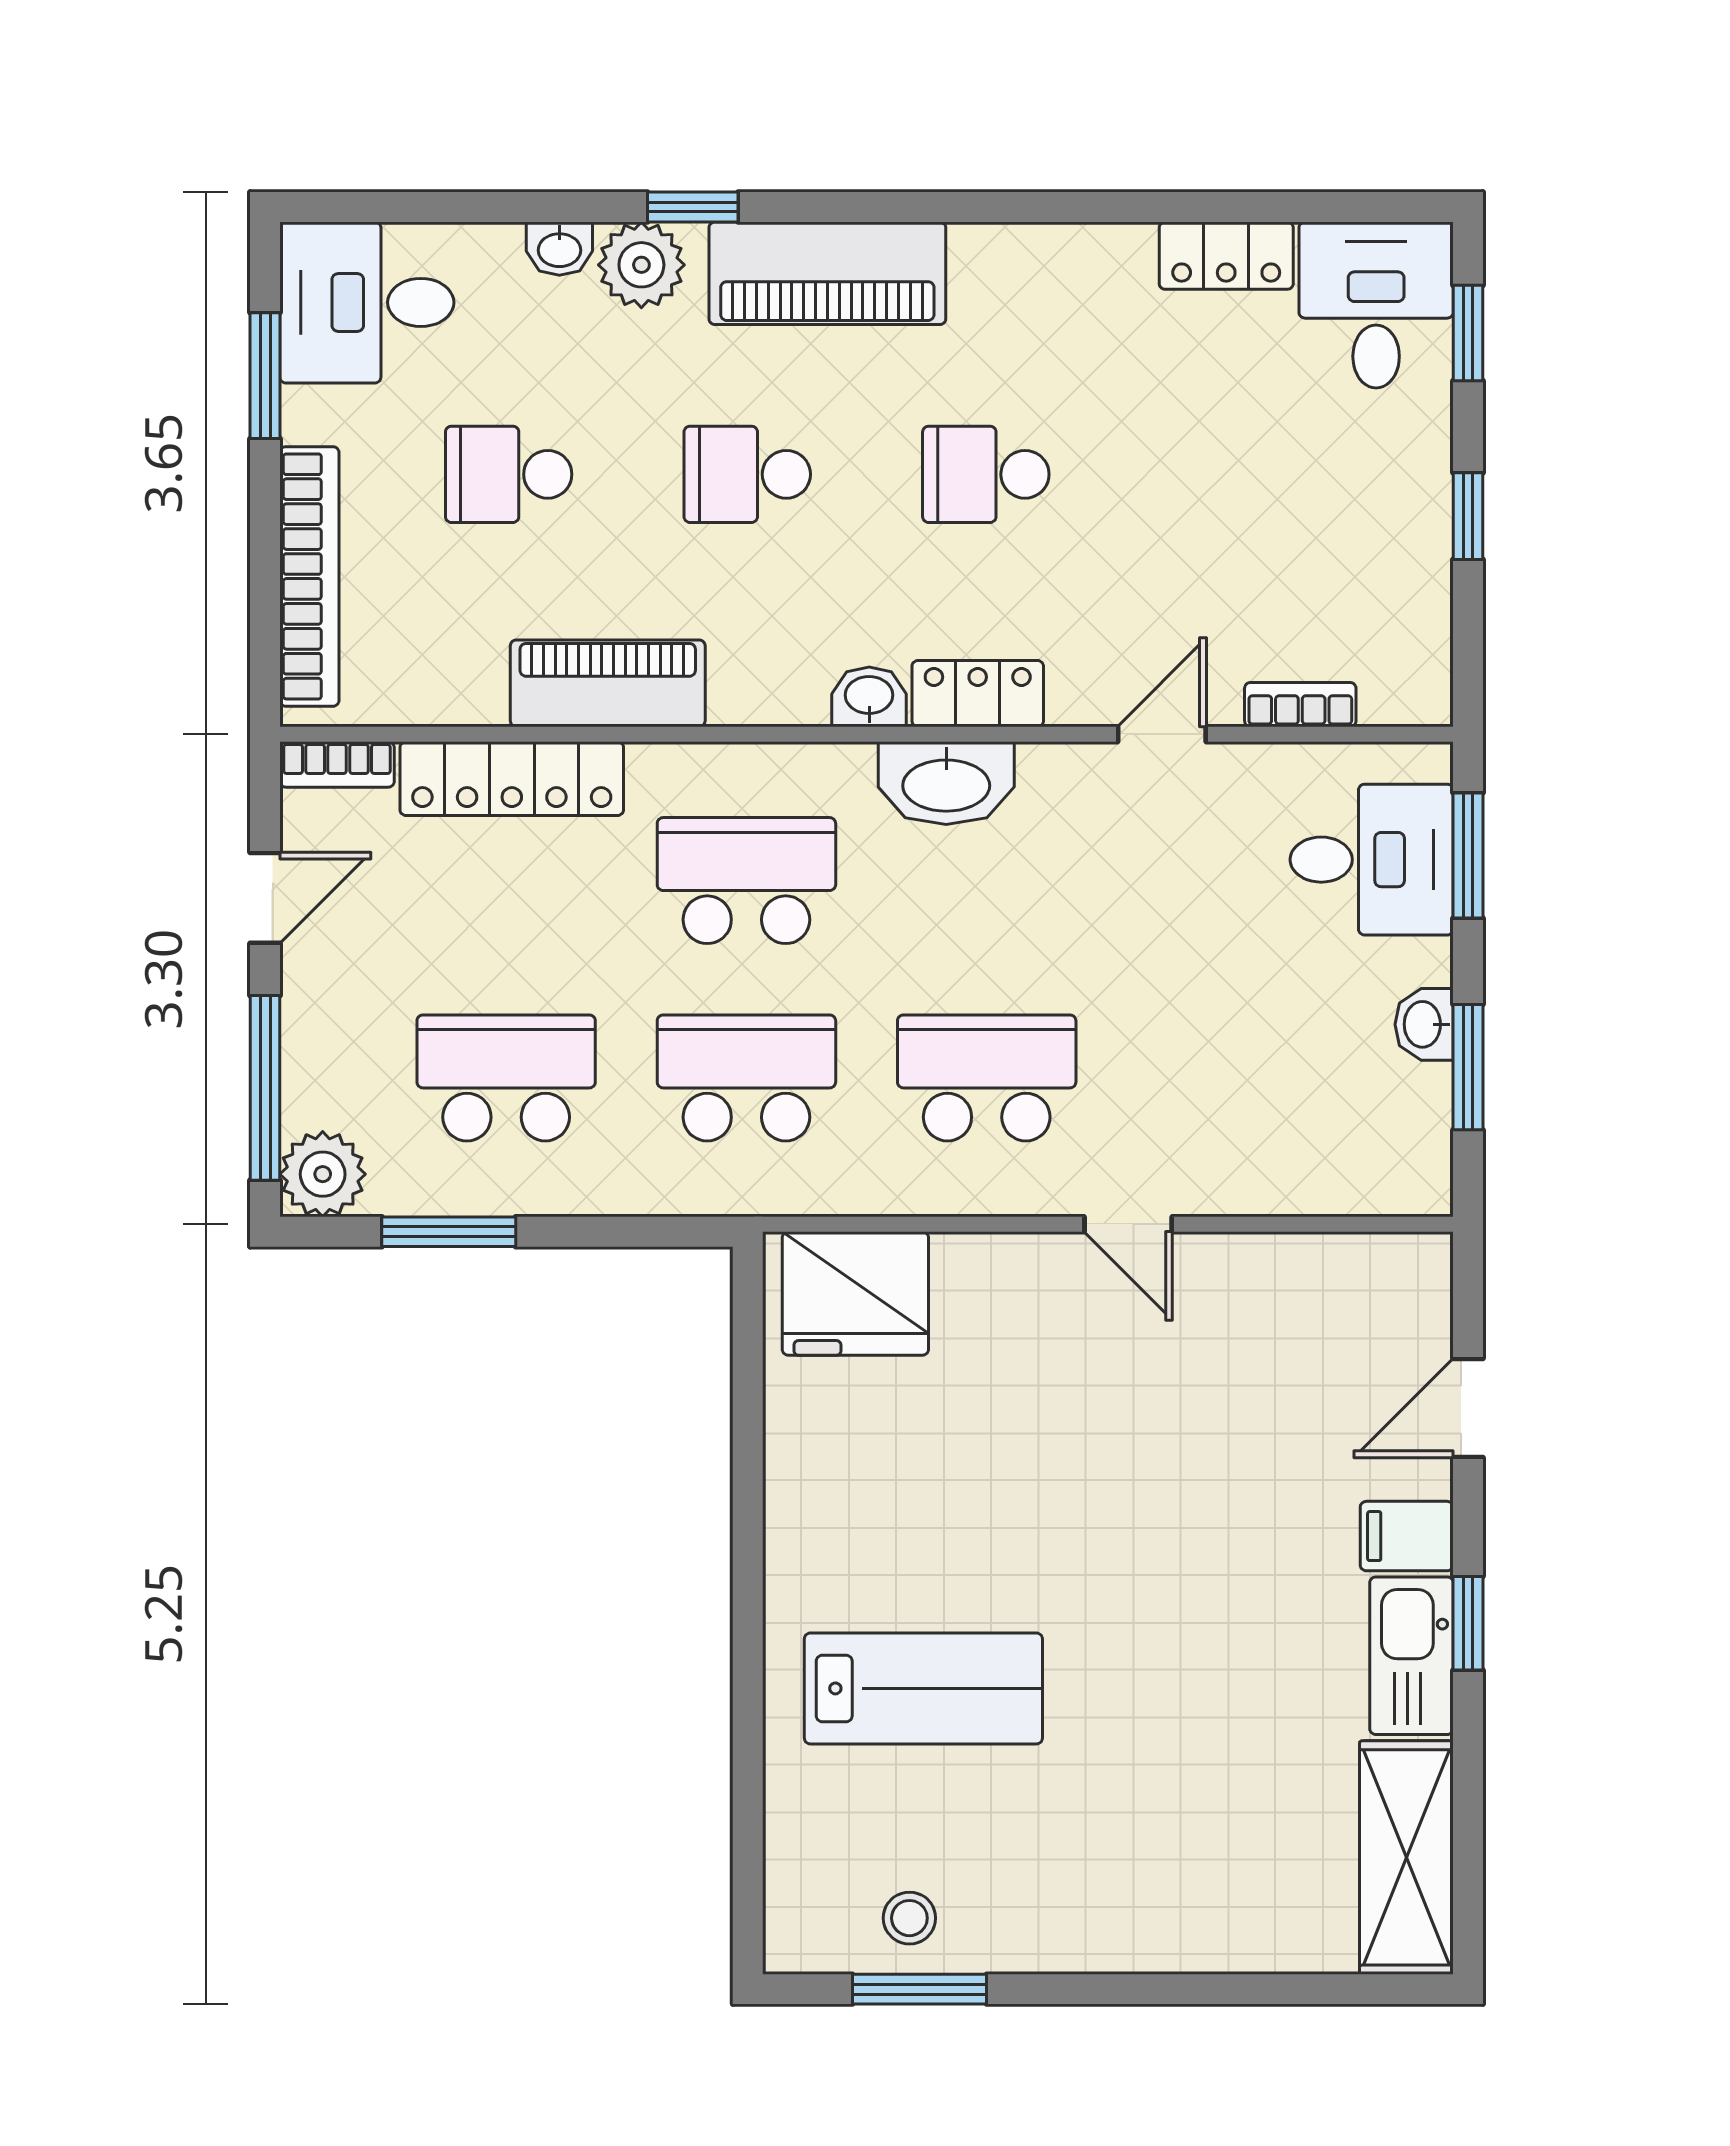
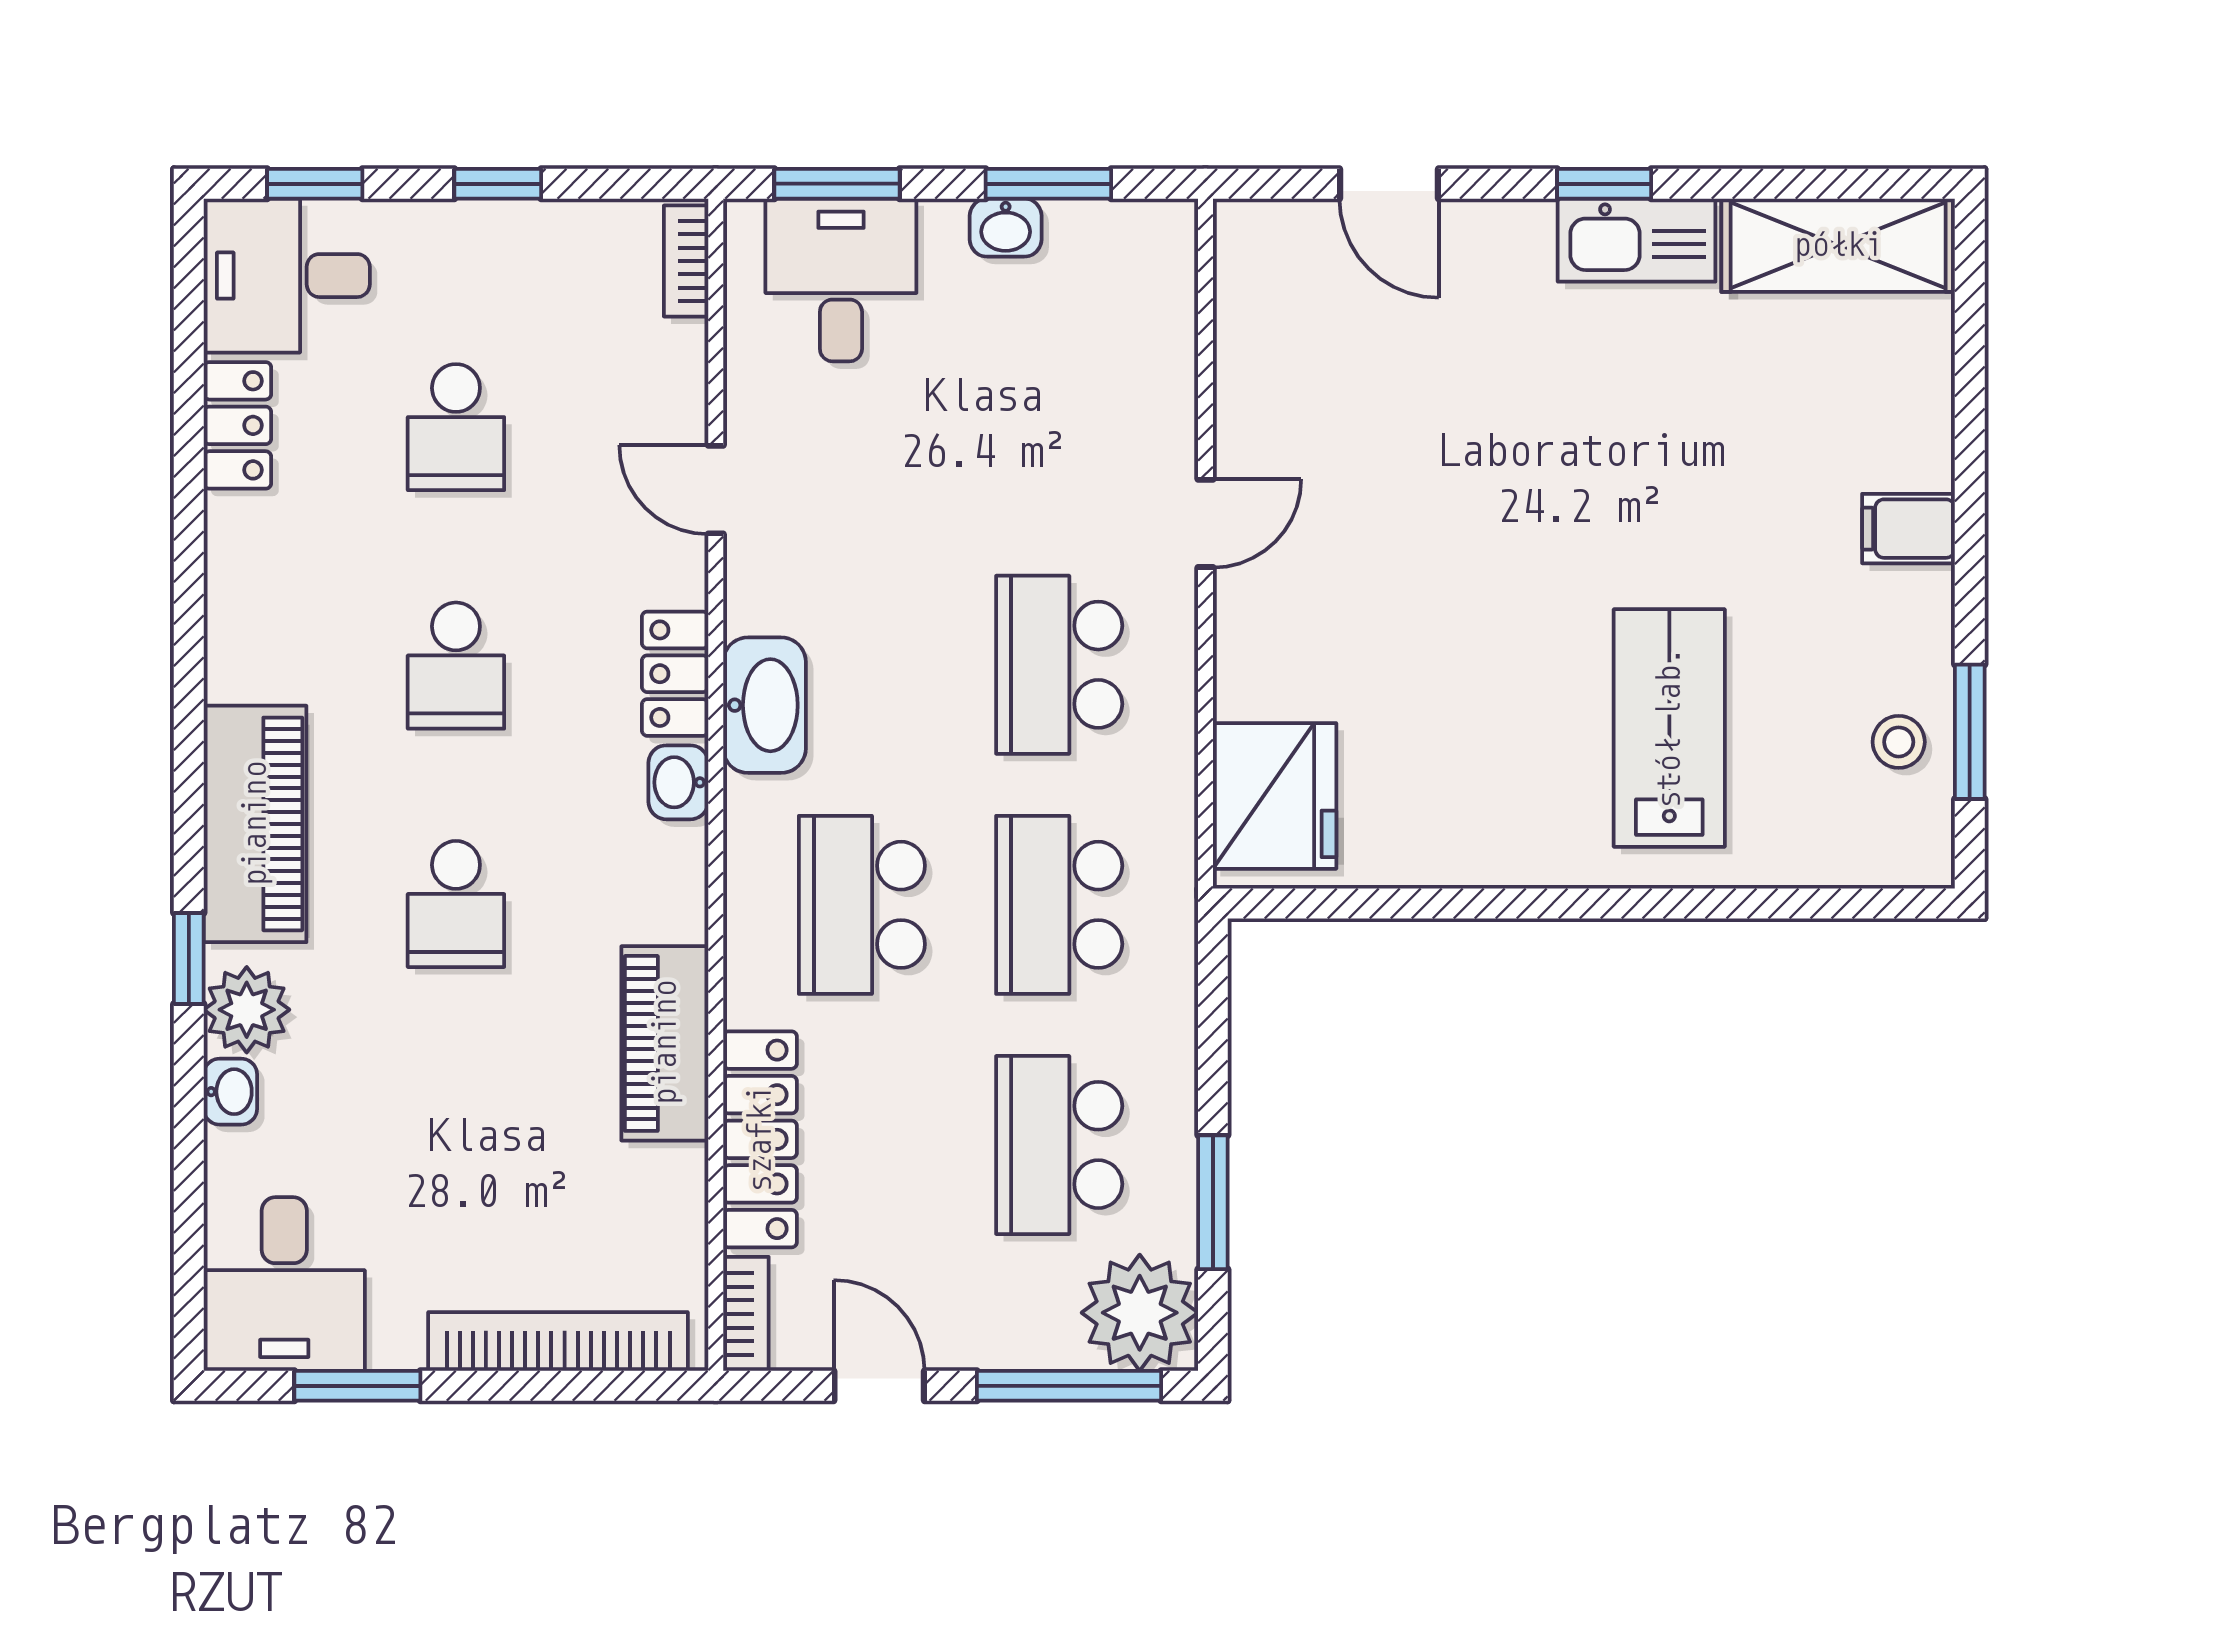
school desk: (509, 474) -> (456, 427), moved
bookcase: (1300, 705) -> (686, 261), moved
plant: (323, 1174) -> (1140, 1313), width x1.36, depth x1.36
filing cabinet: (1407, 1536) -> (1908, 529), moved, turned 90

